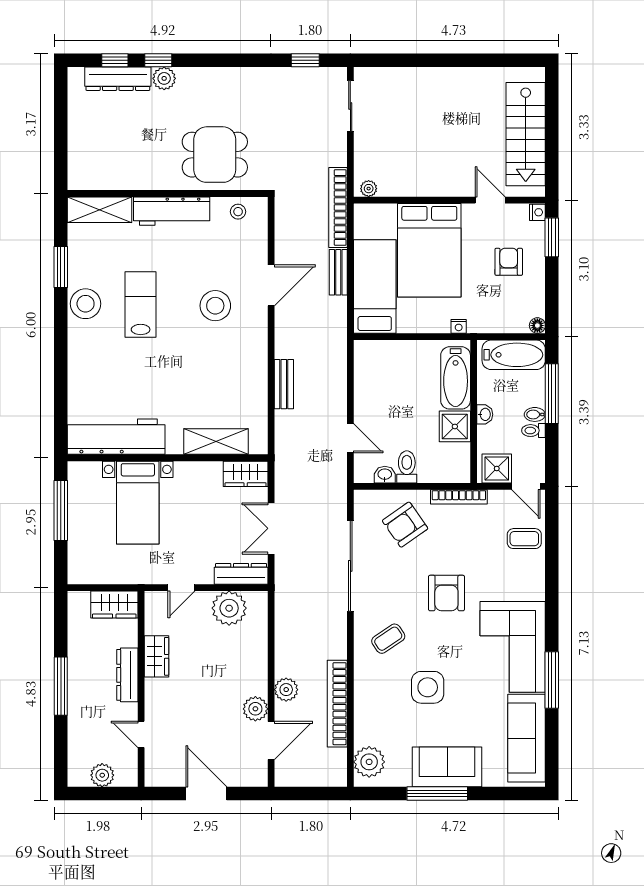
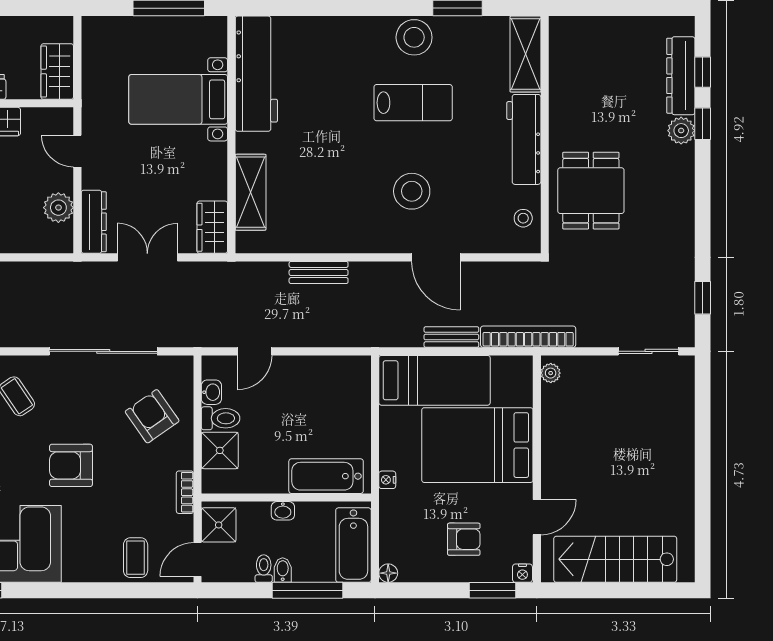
shower: (455, 426) -> (220, 450), moved
bookcase: (459, 497) -> (185, 492), width x0.64
plant: (229, 608) -> (58, 208), width x0.73, depth x0.73

